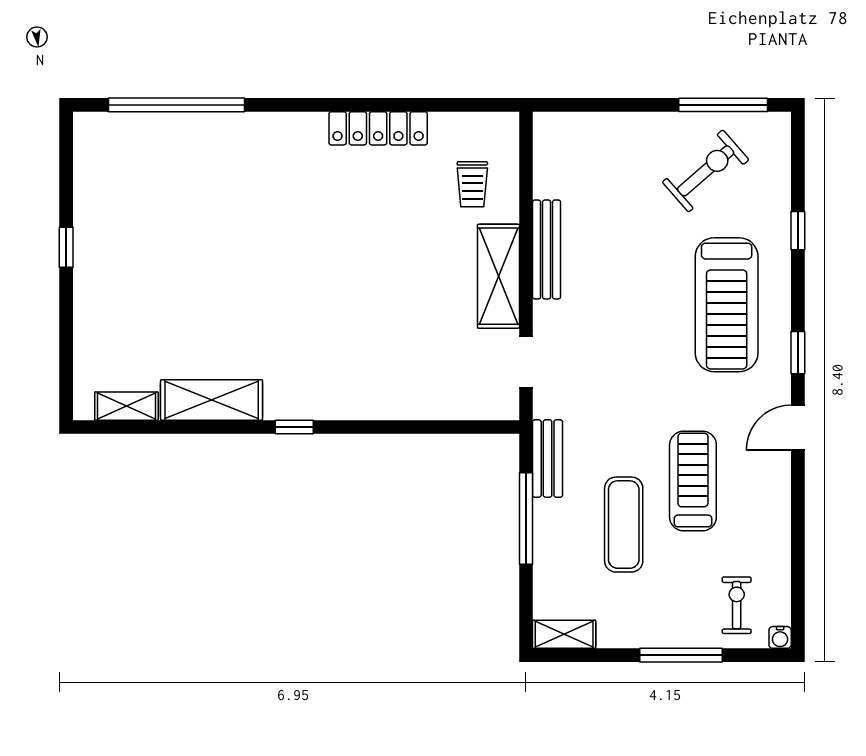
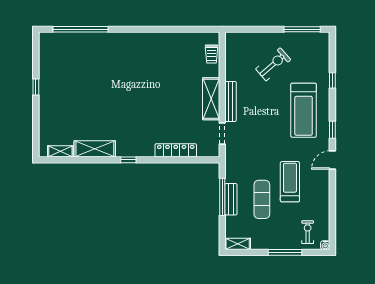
locker: (378, 128) -> (176, 150), moved, turned 180
exercise bike: (706, 171) -> (273, 64), moved
trolley: (472, 184) -> (212, 54), moved
bench: (547, 249) -> (231, 101), moved
bench: (548, 458) -> (231, 199), moved

